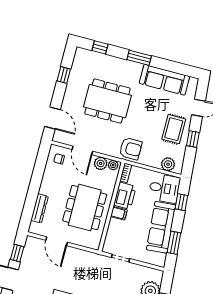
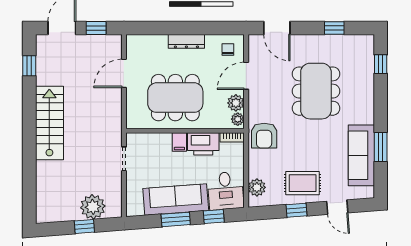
window: (139, 58) -> (381, 147), moved
door: (53, 118) -> (277, 28), hinge flipped
dresser: (40, 208) -> (186, 41), moved
window: (174, 243) -> (176, 219), moved

